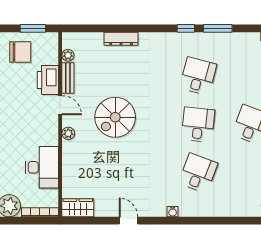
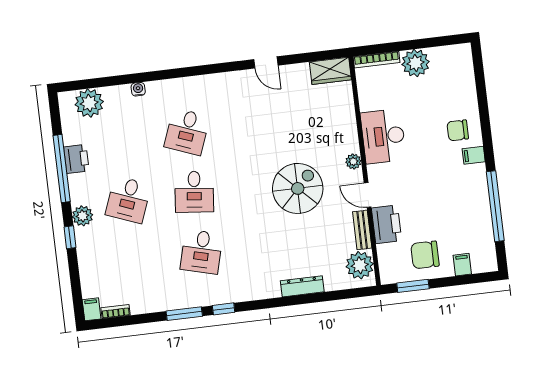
plant: (68, 55) -> (360, 265), width x1.88, depth x1.88
desk: (42, 167) -> (383, 136), moved
water cooler: (173, 212) -> (138, 89), moved

